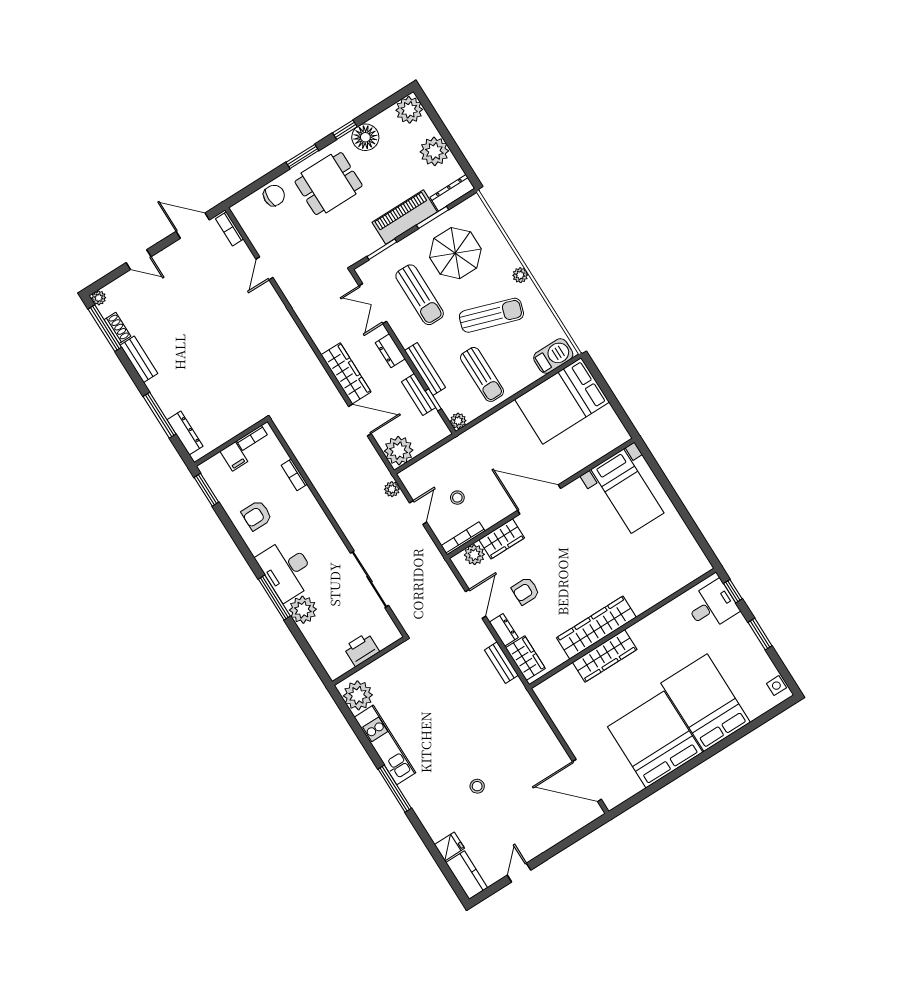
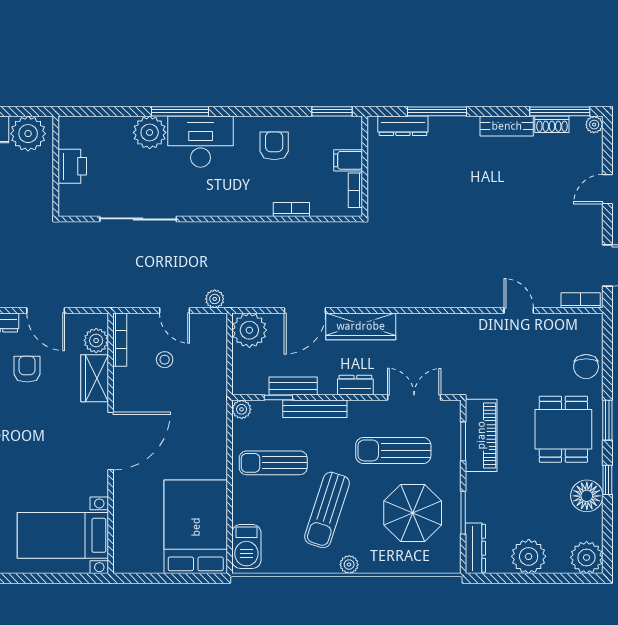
piano: (405, 217) -> (481, 435), moved

